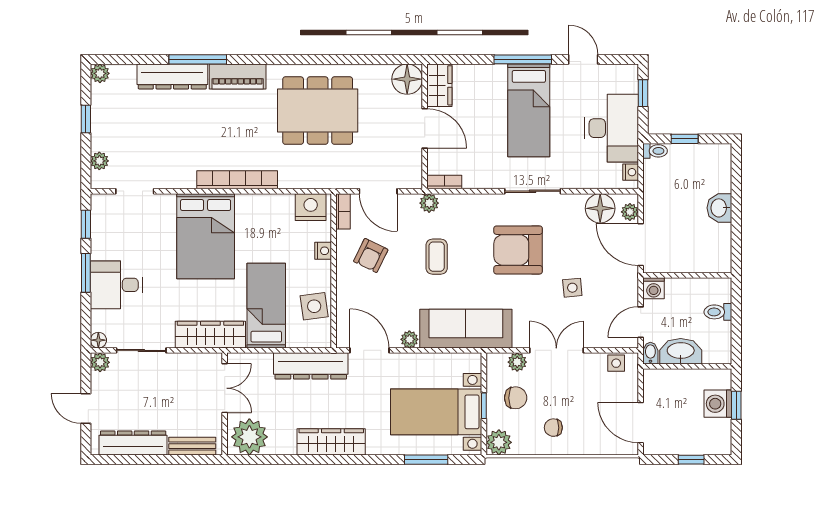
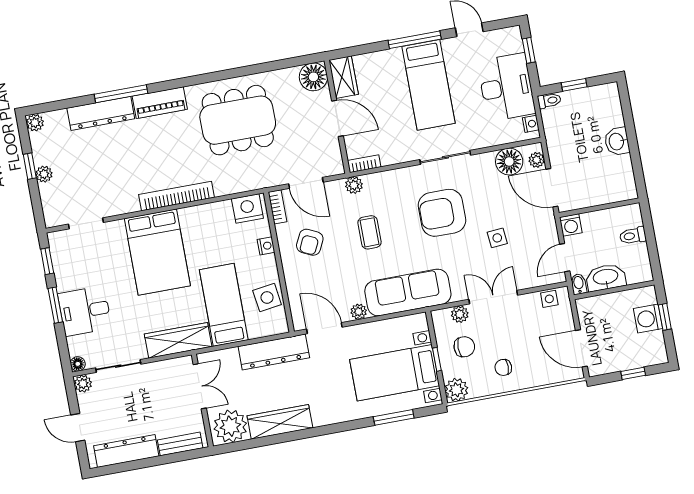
plant: (99, 161) -> (44, 174), moved
wardrobe: (331, 442) -> (280, 422), moved

